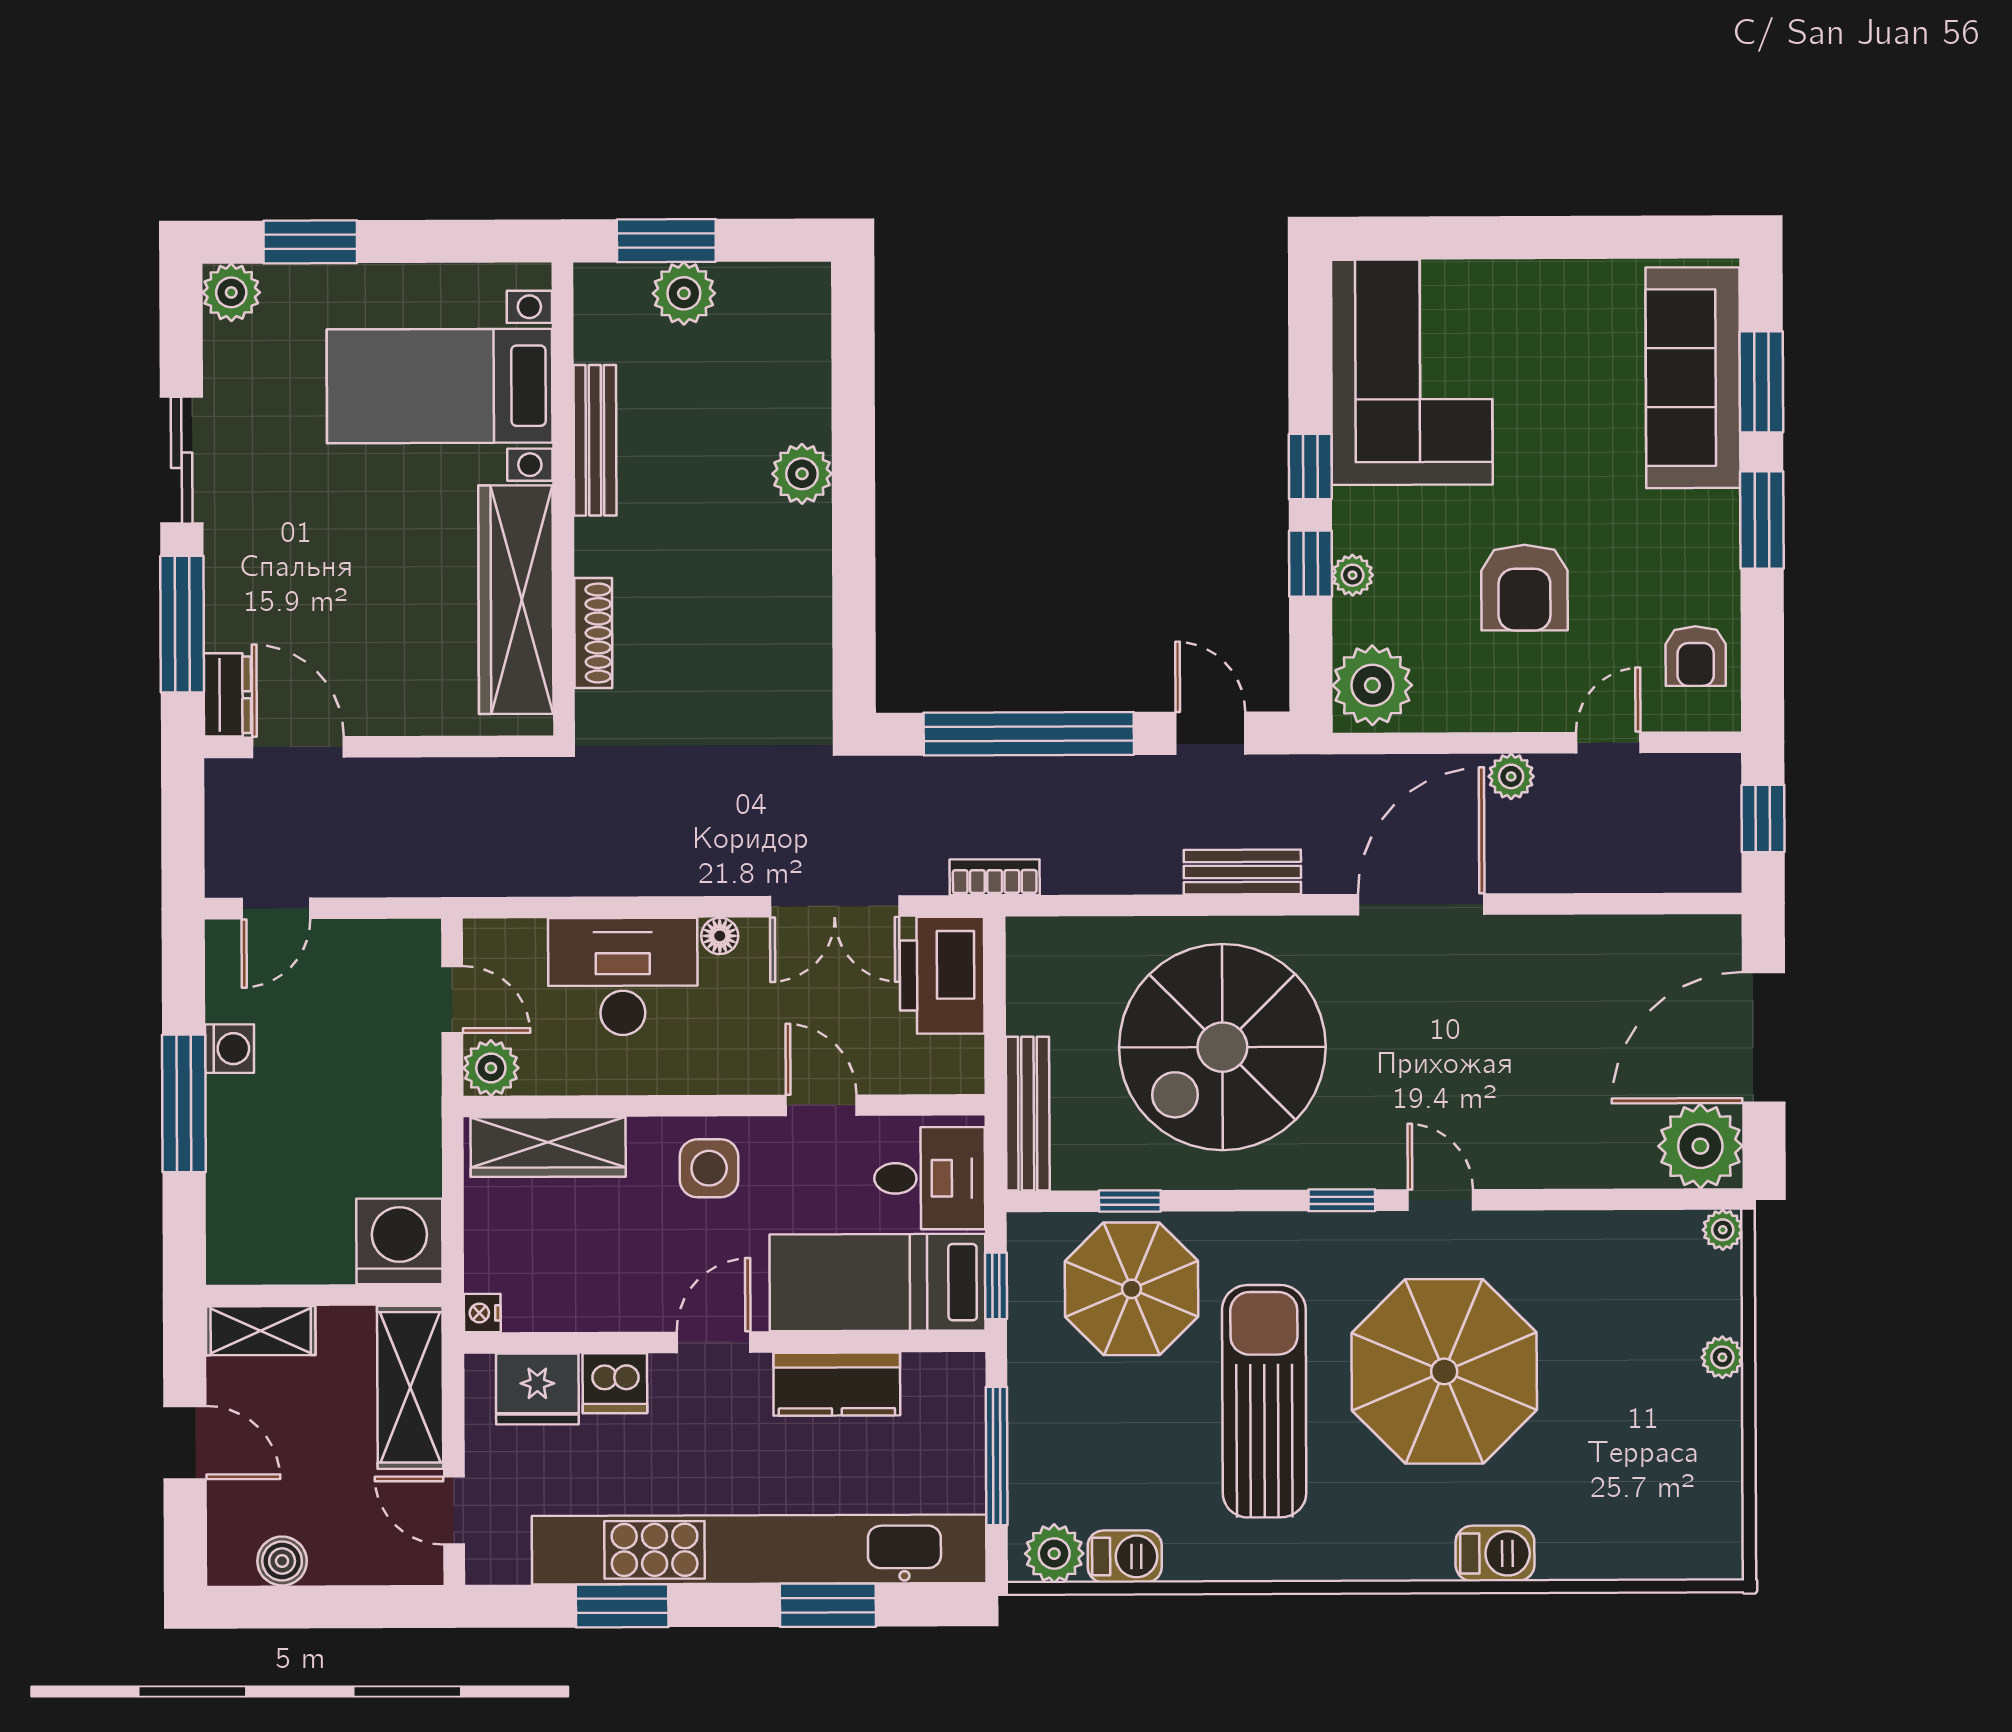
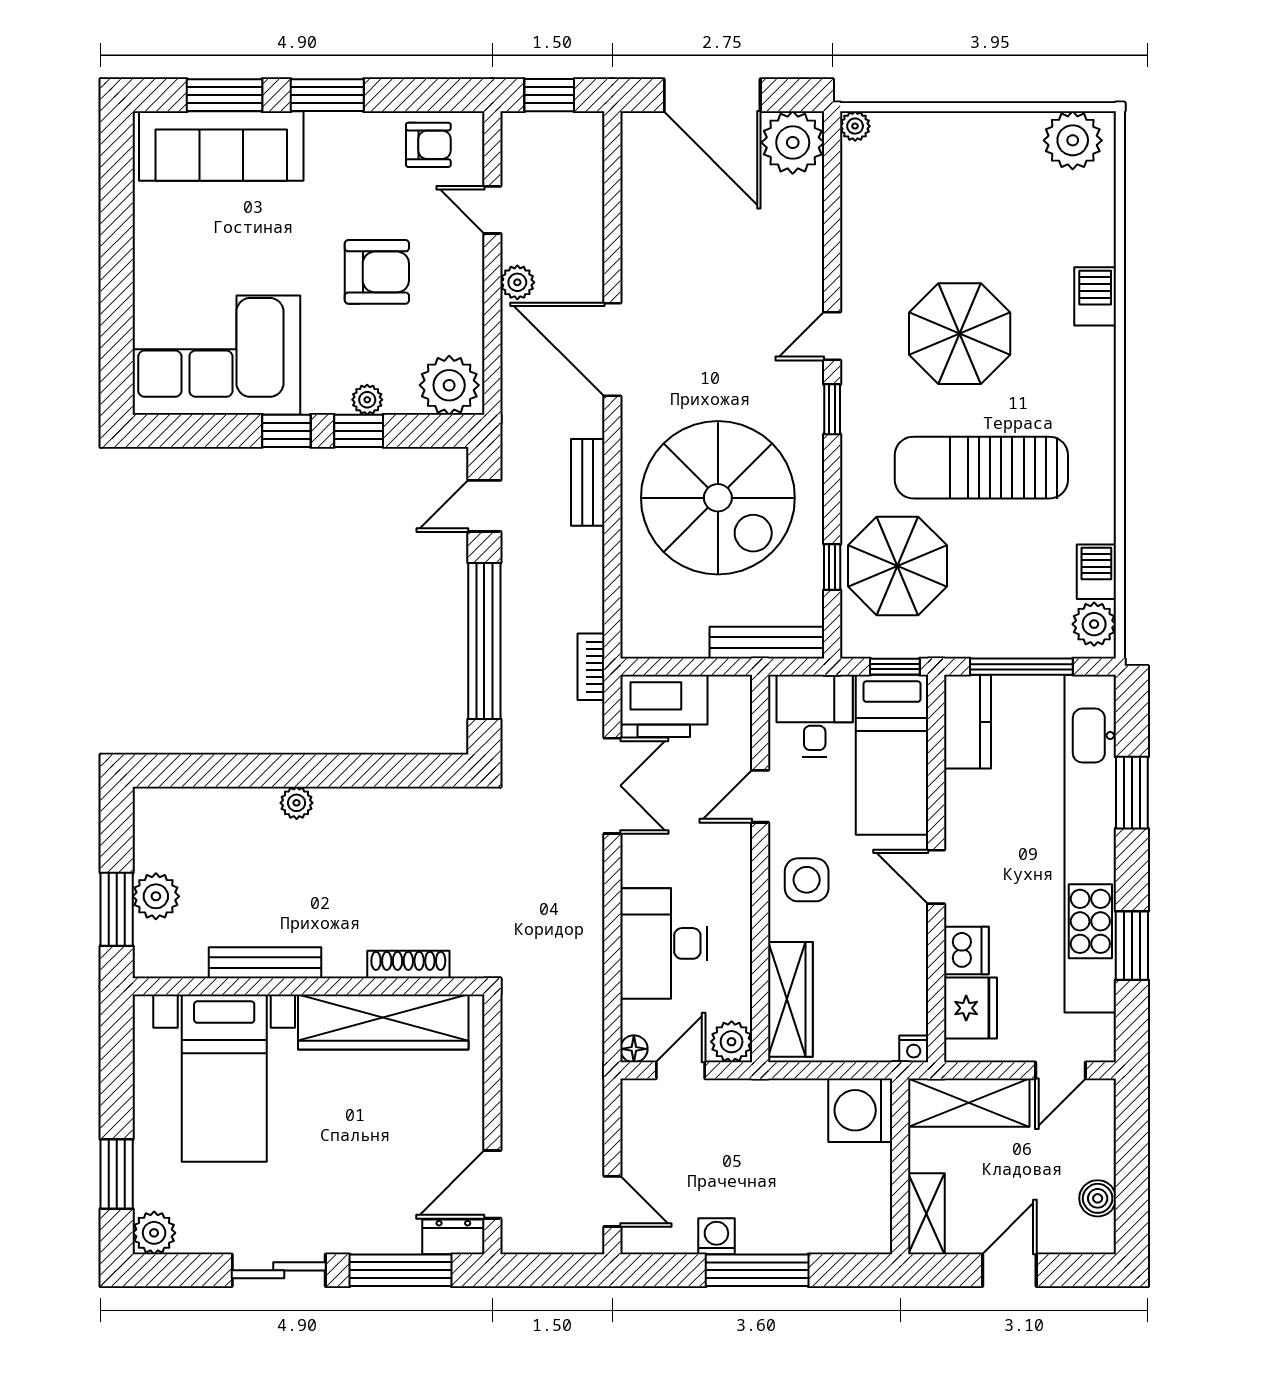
plant: (802, 474) -> (297, 803), width x0.73, depth x0.73
floor lamp: (720, 936) -> (634, 1049), moved
plant: (1722, 1357) -> (1073, 140), moved, width x1.87, depth x1.87
parasol: (1444, 1371) -> (960, 334), width x0.73, depth x0.73
kitchen counter: (837, 1384) -> (968, 722), moved

